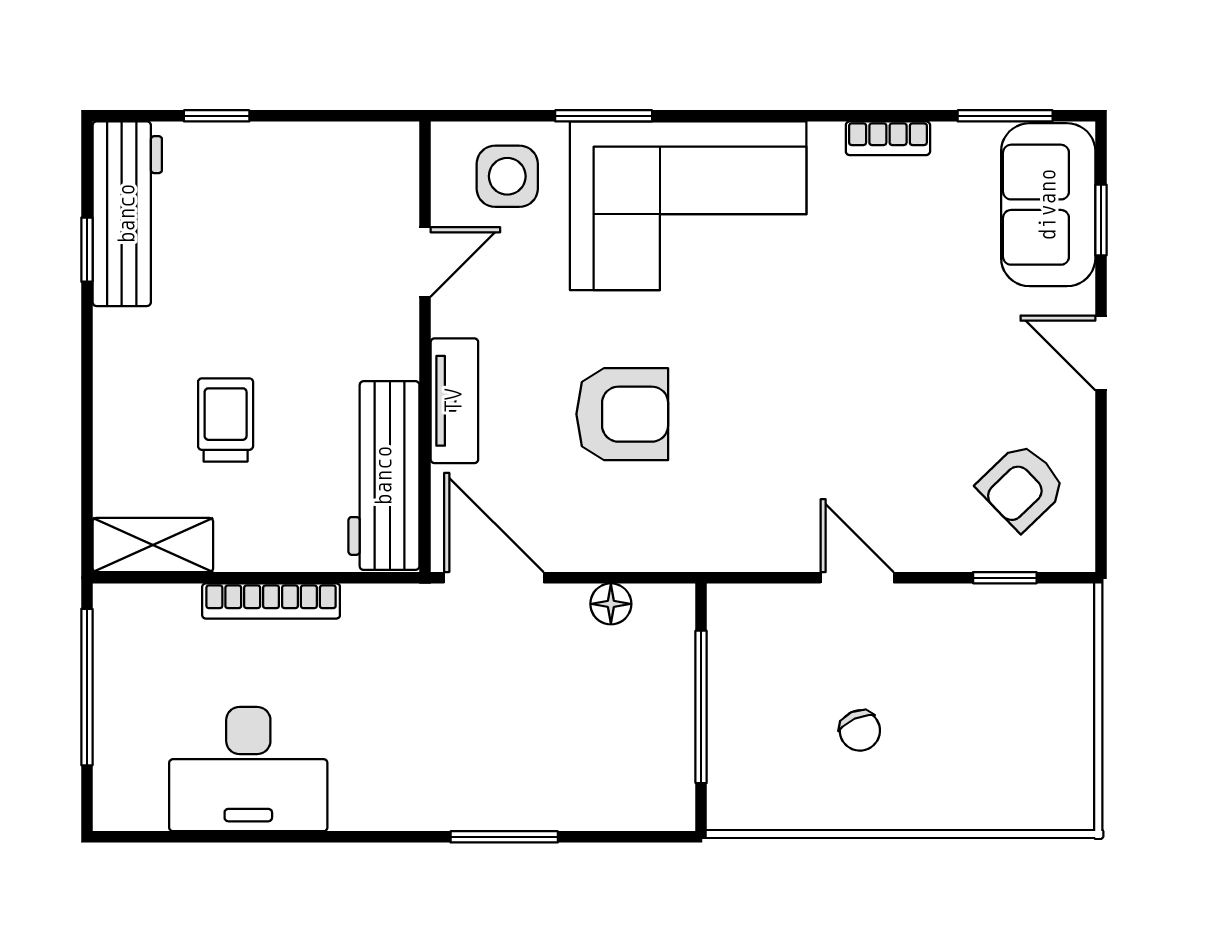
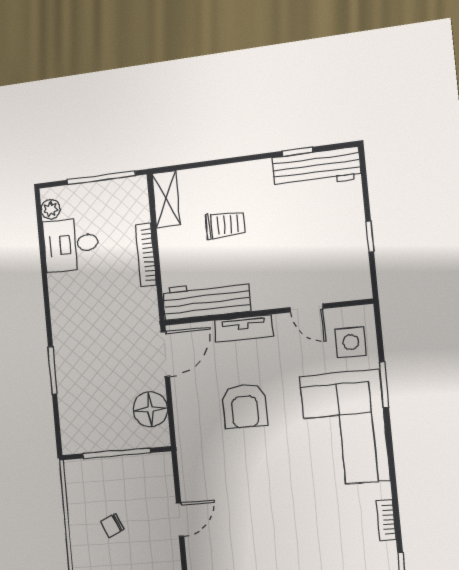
window: (217, 116) -> (370, 236), moved
floor lamp: (611, 604) -> (150, 409), width x1.89, depth x1.89
desk: (248, 769) -> (71, 244), width x0.73
plant: (143, 809) -> (51, 209), added

